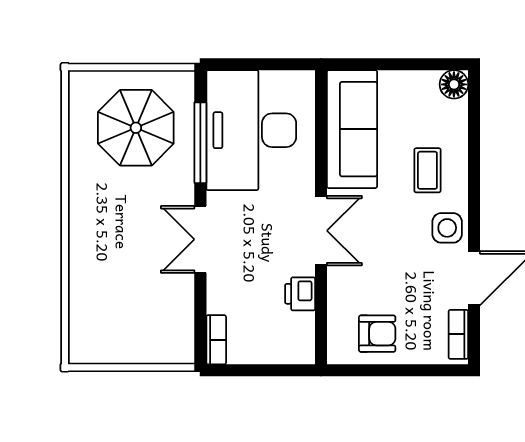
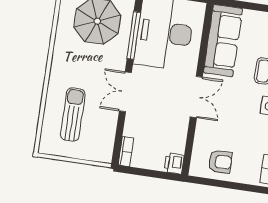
sun lounger: (118, 291) -> (73, 115), added
printer: (300, 294) -> (174, 163), moved

